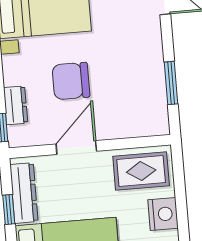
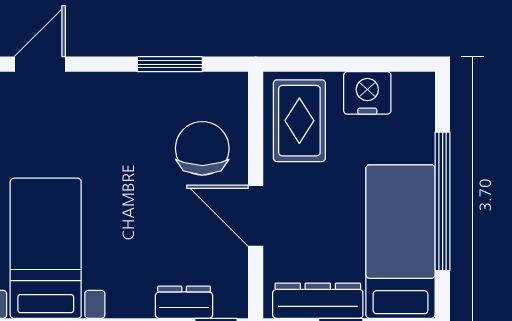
chair: (71, 81) -> (202, 148), moved, turned 180

